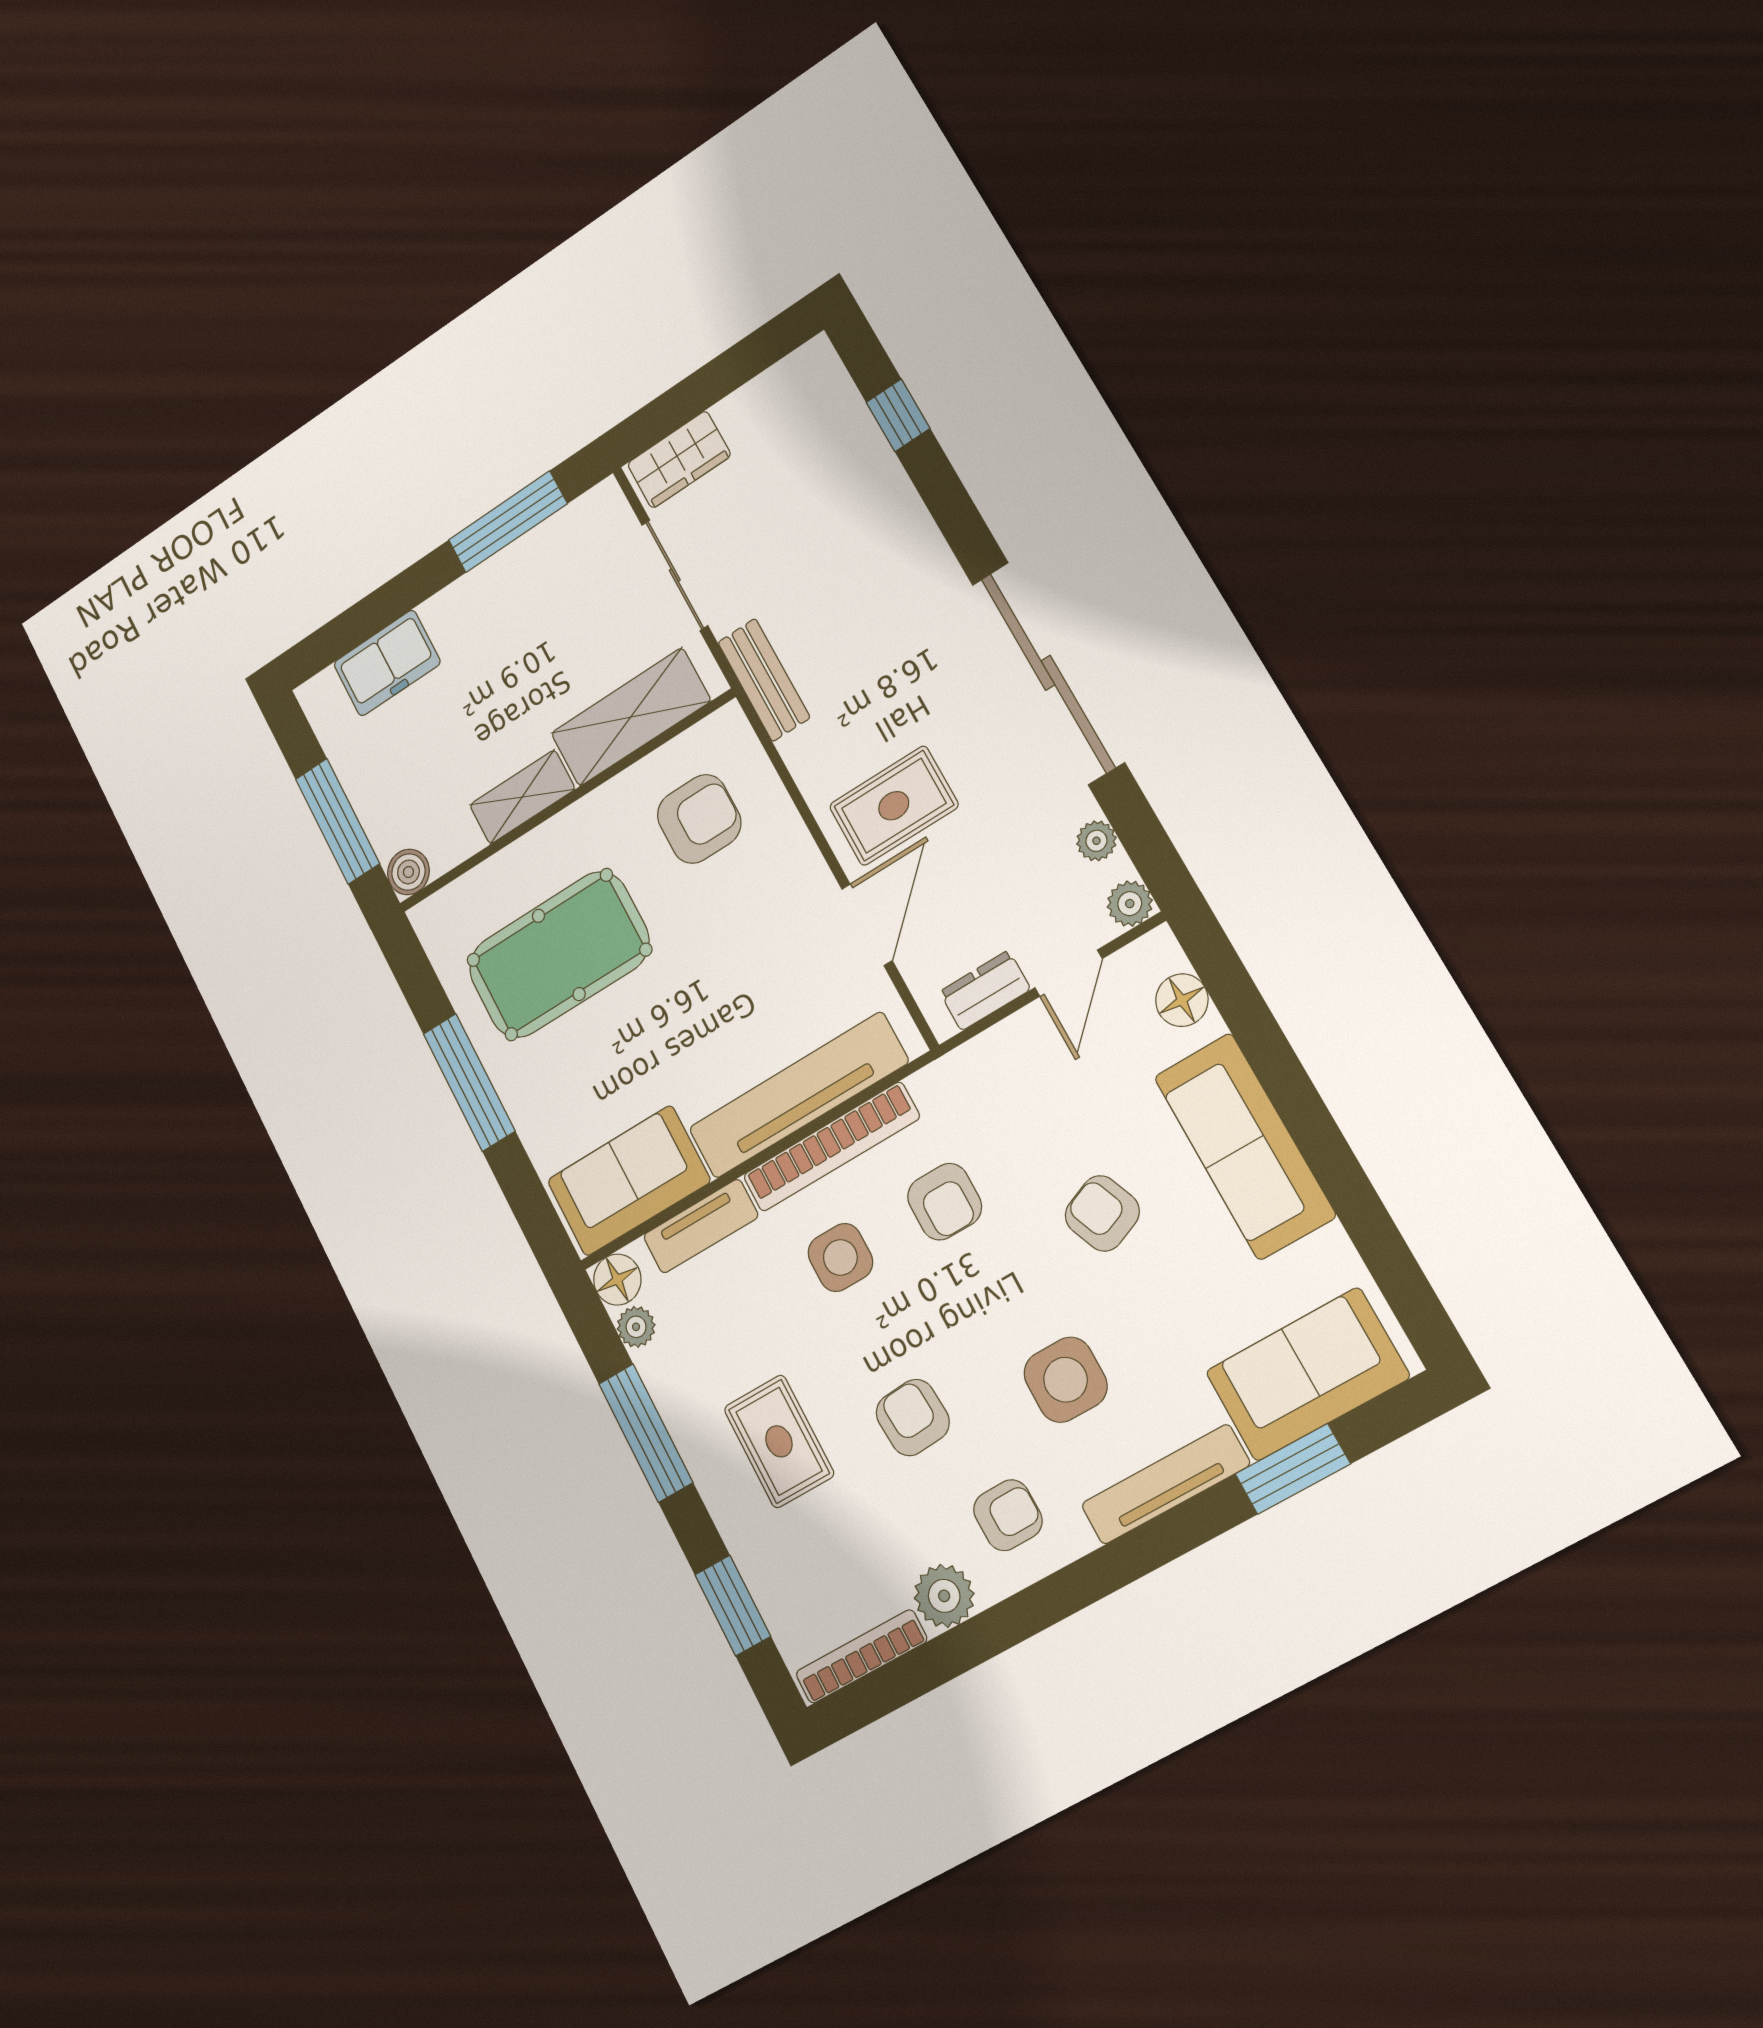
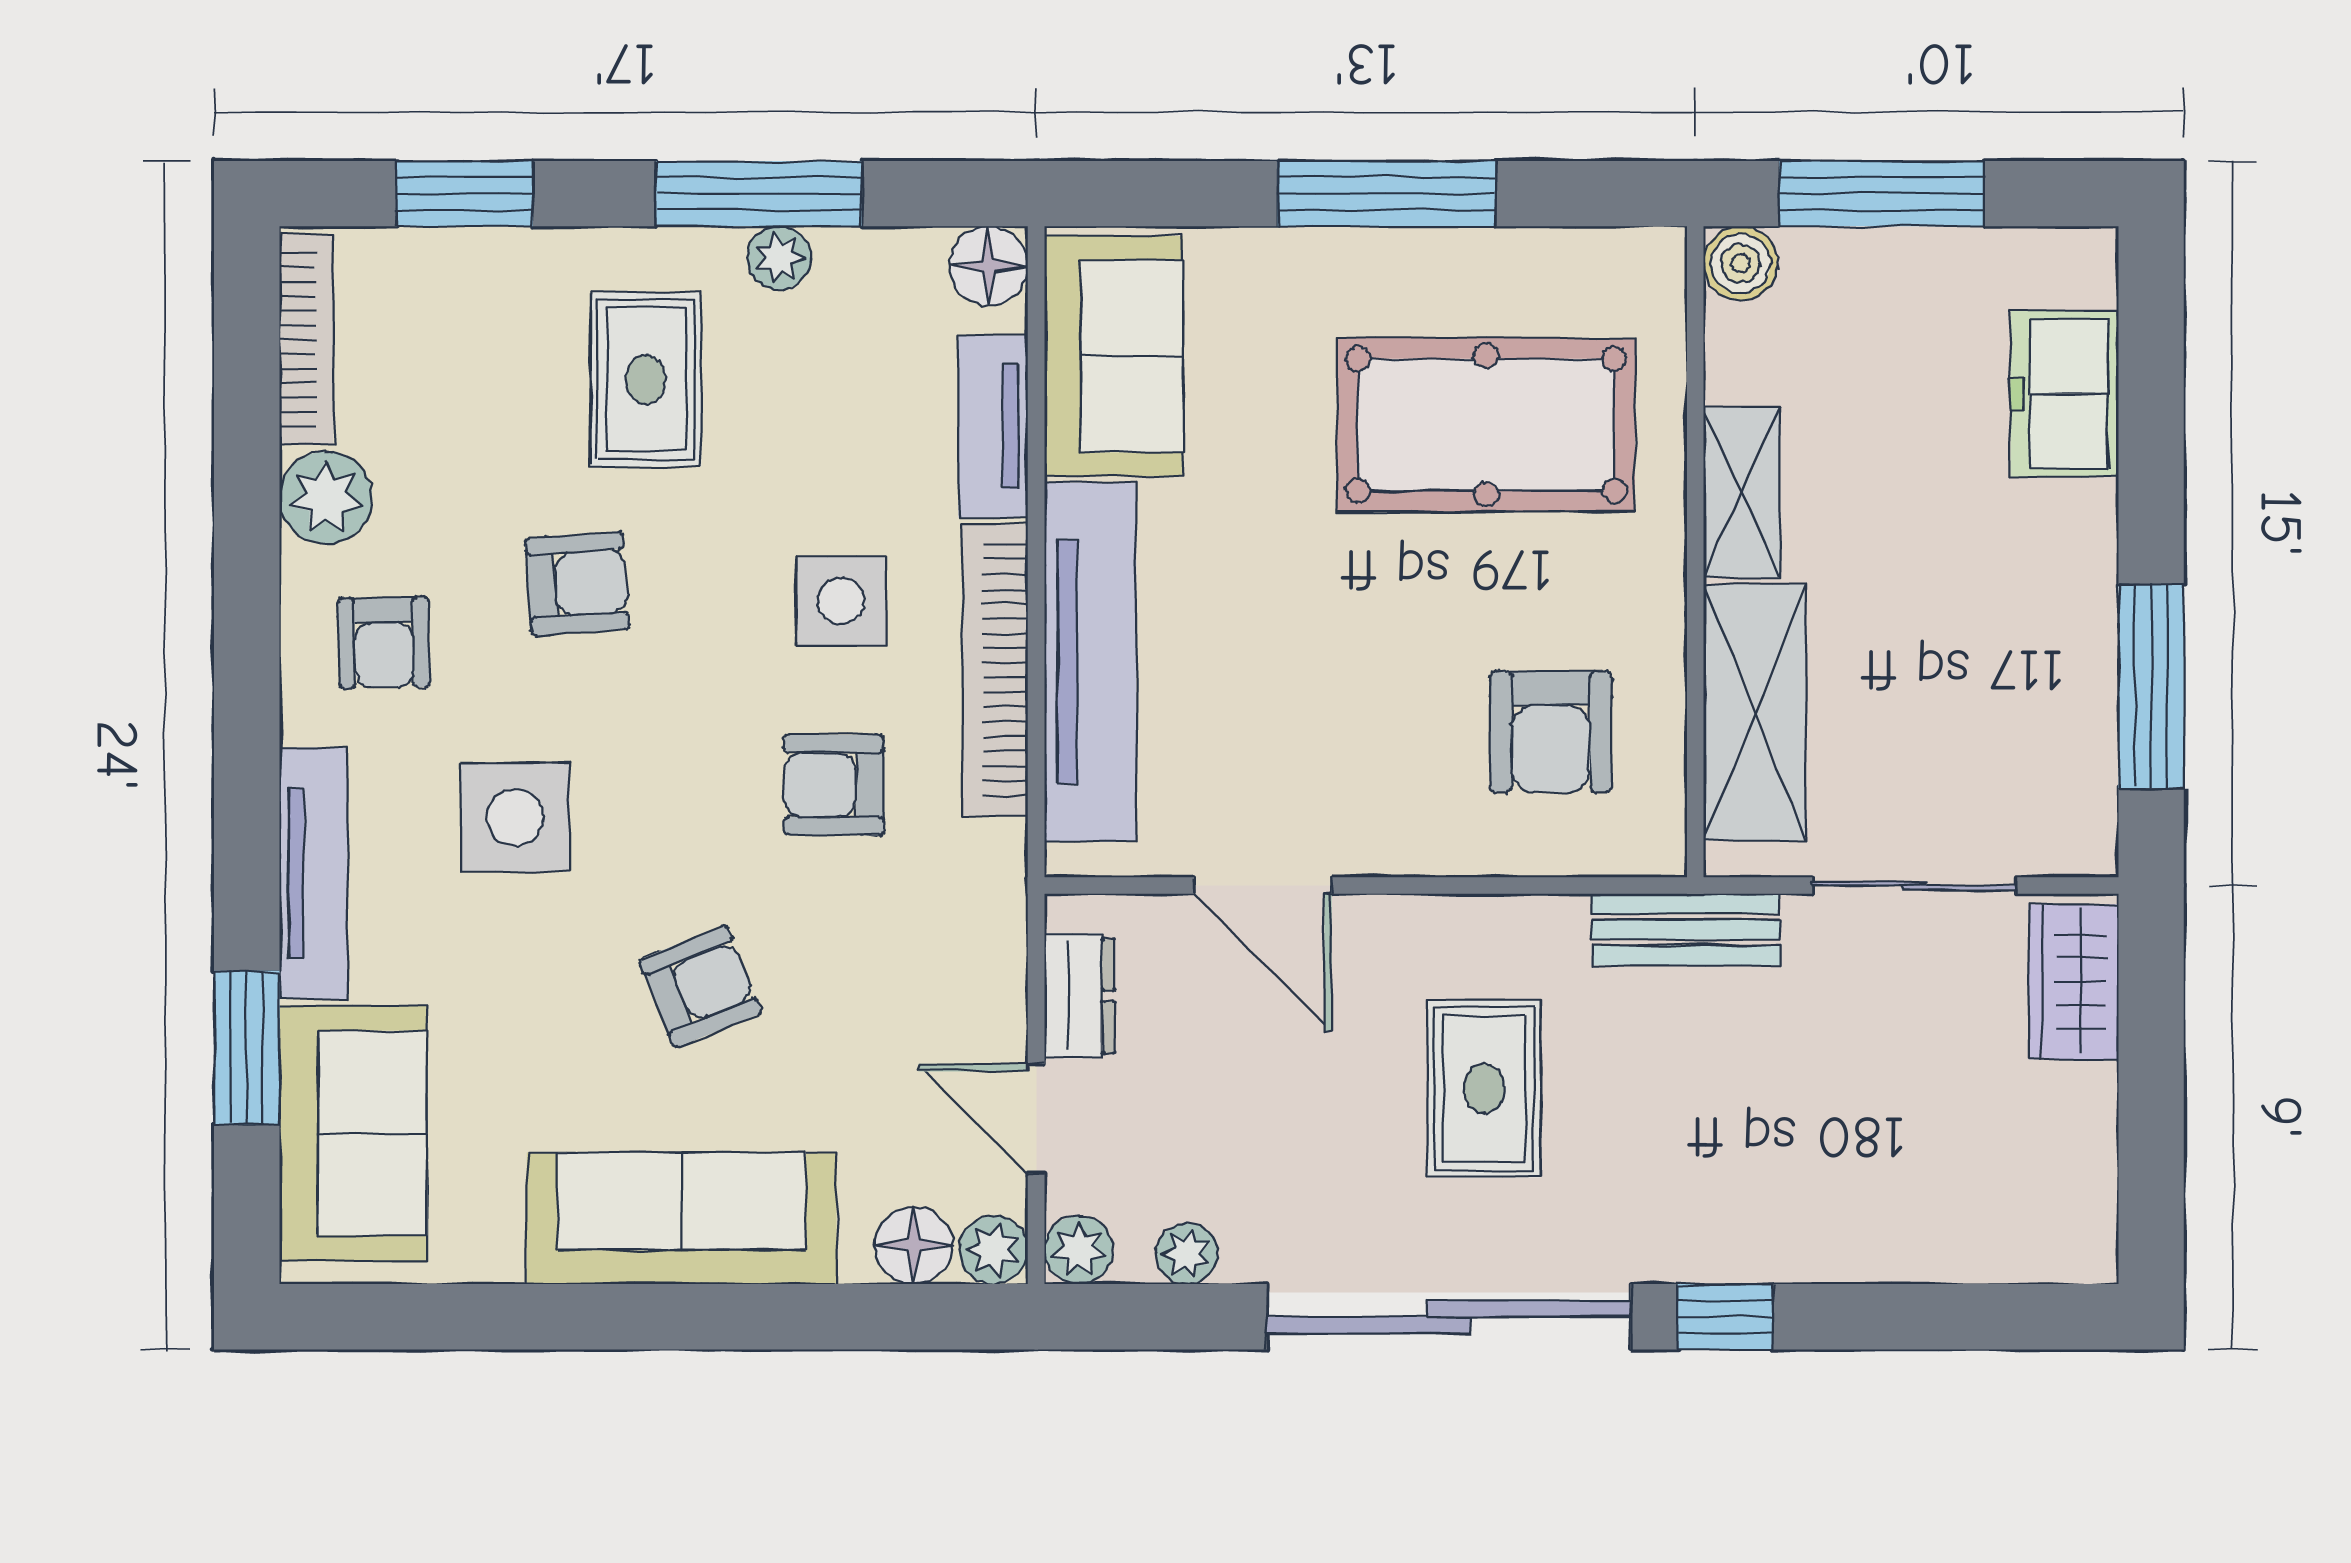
window: (898, 415) -> (1725, 1317), moved
rug: (894, 806) -> (1484, 1088), moved
plant: (1158, 952) -> (994, 1250), added
pool table: (559, 955) -> (1486, 425), turned 90
plant: (636, 1327) -> (779, 258), moved
rug: (779, 1441) -> (646, 379), turned 90

